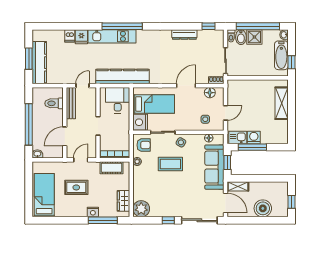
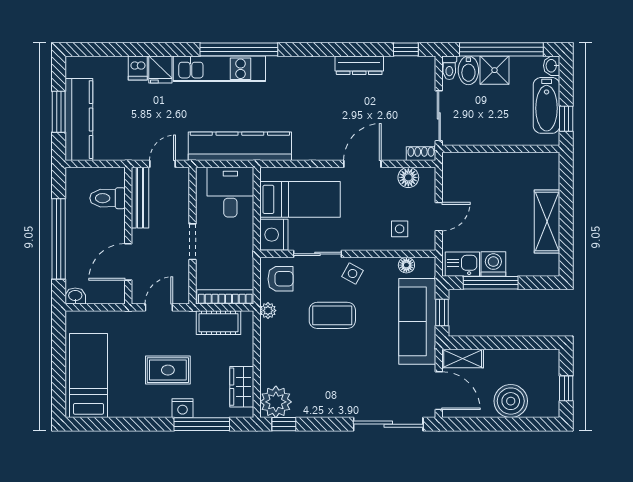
shelving: (282, 103) -> (547, 222), moved
rug: (76, 187) -> (168, 370), moved
window: (168, 220) -> (284, 424), moved

